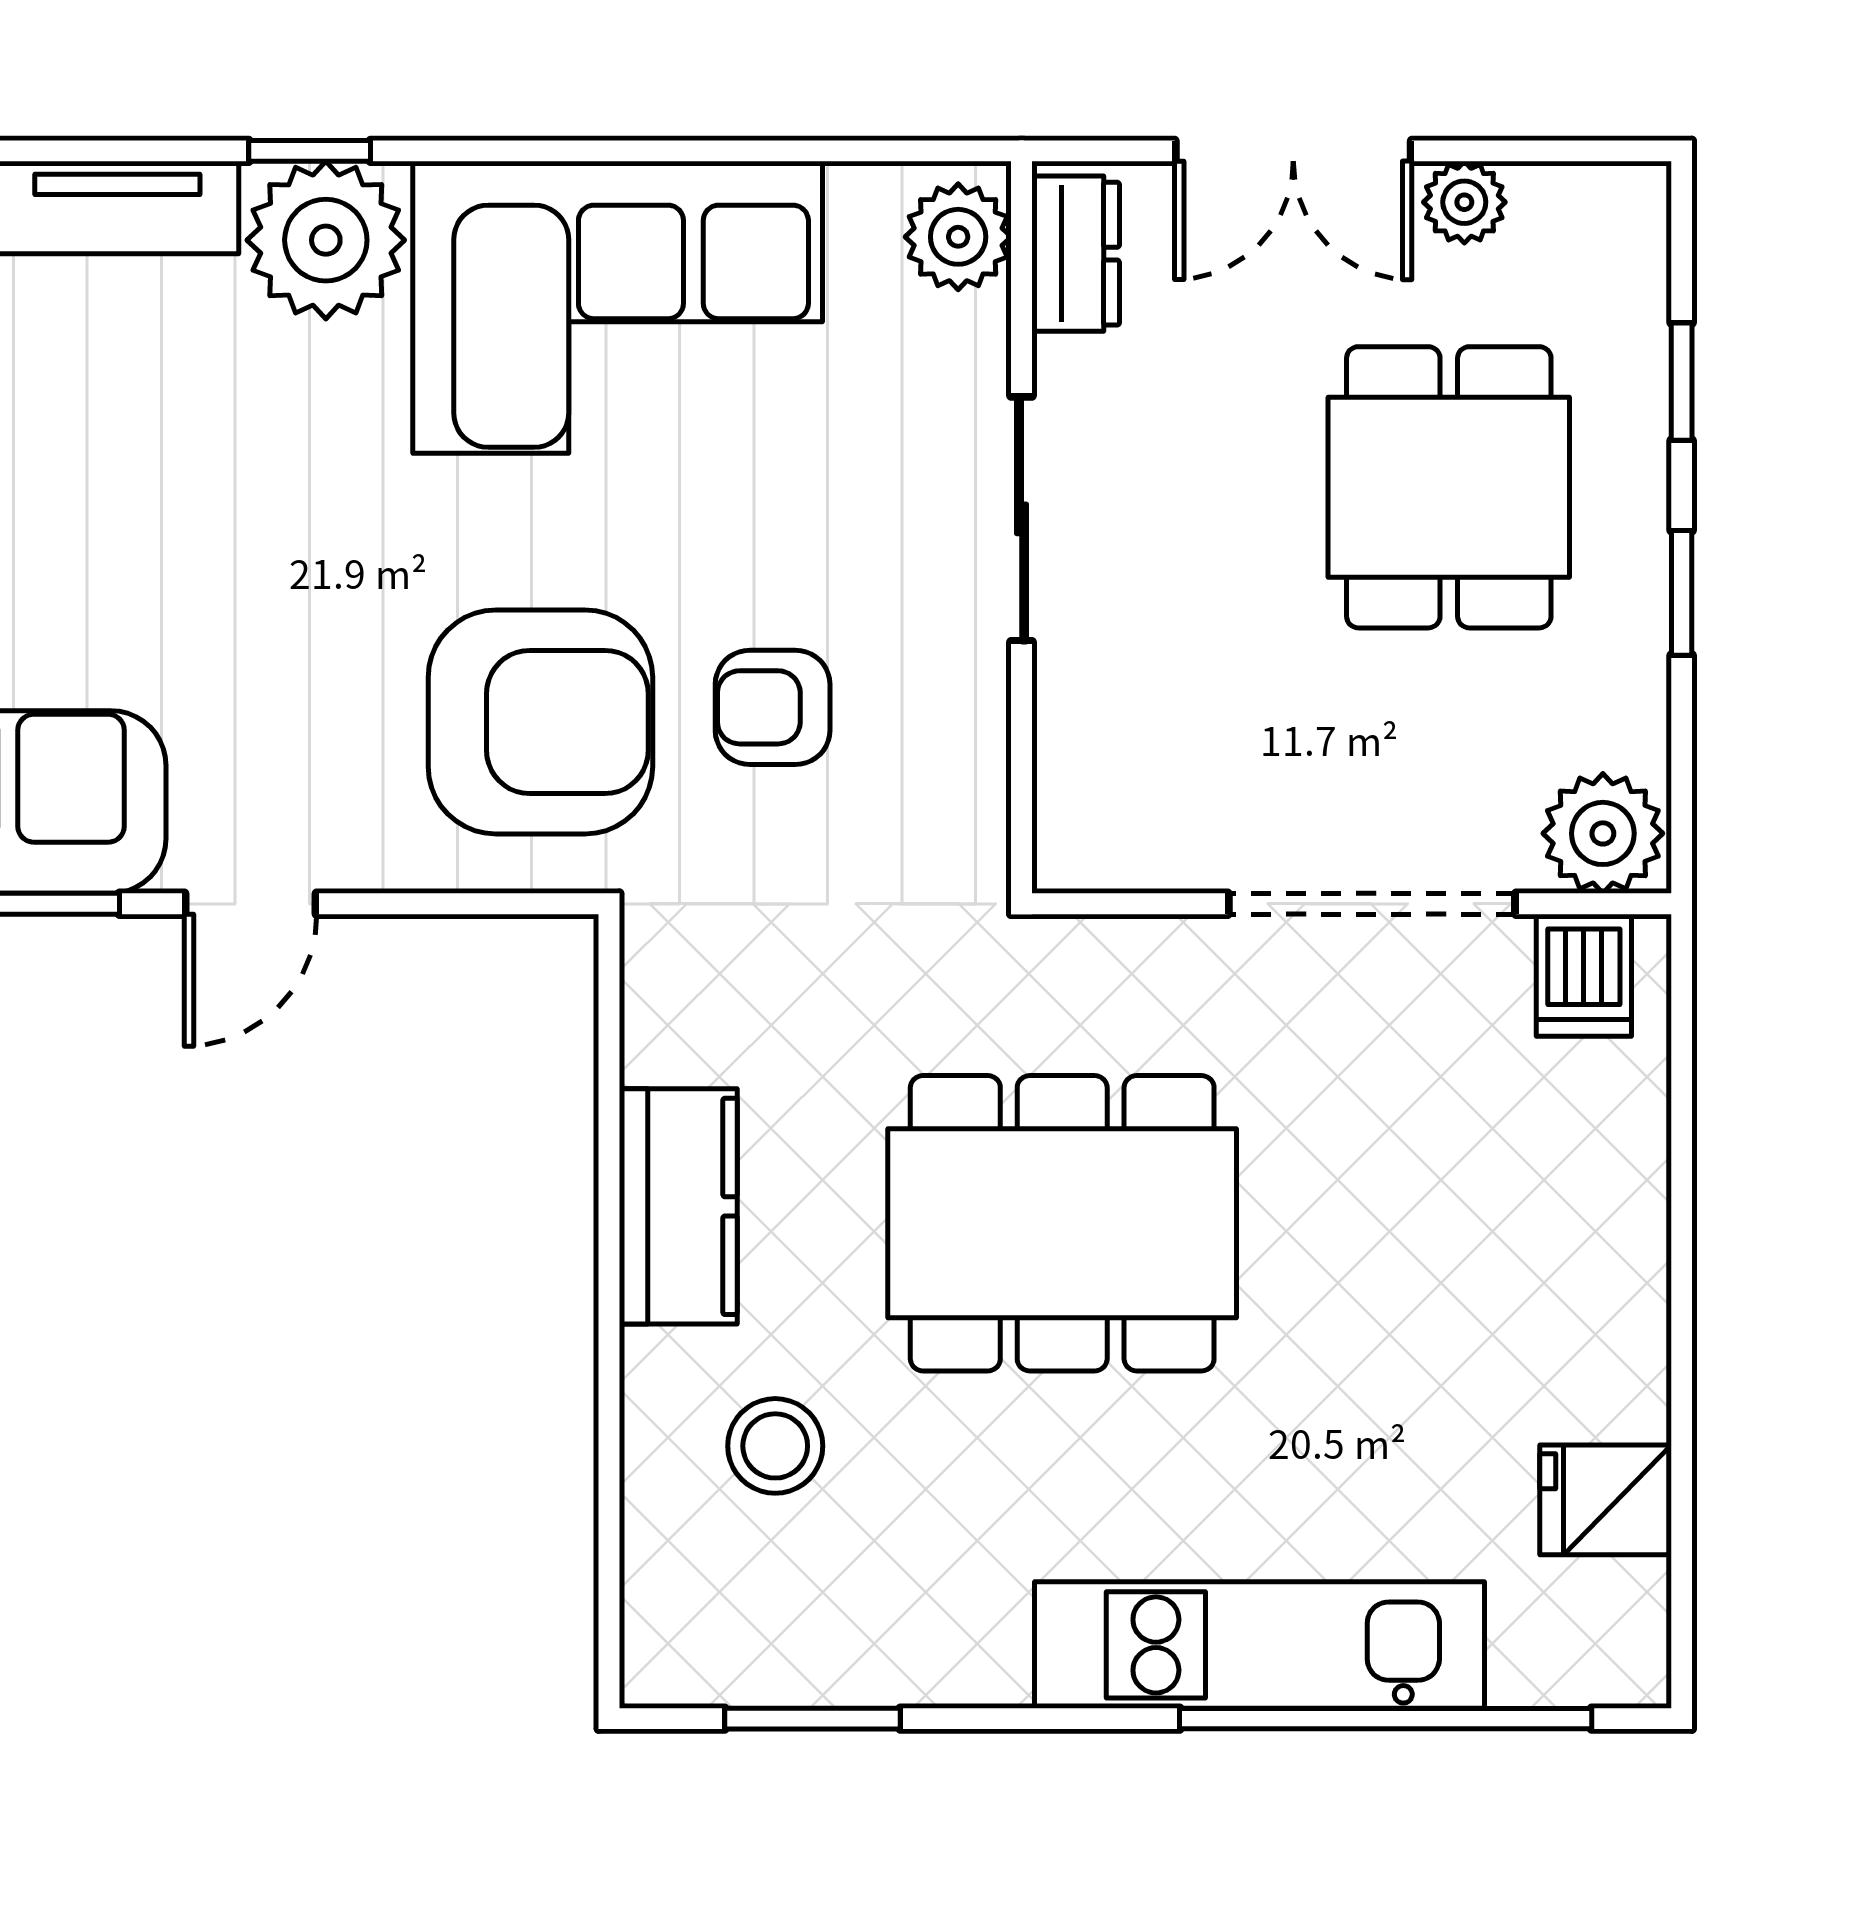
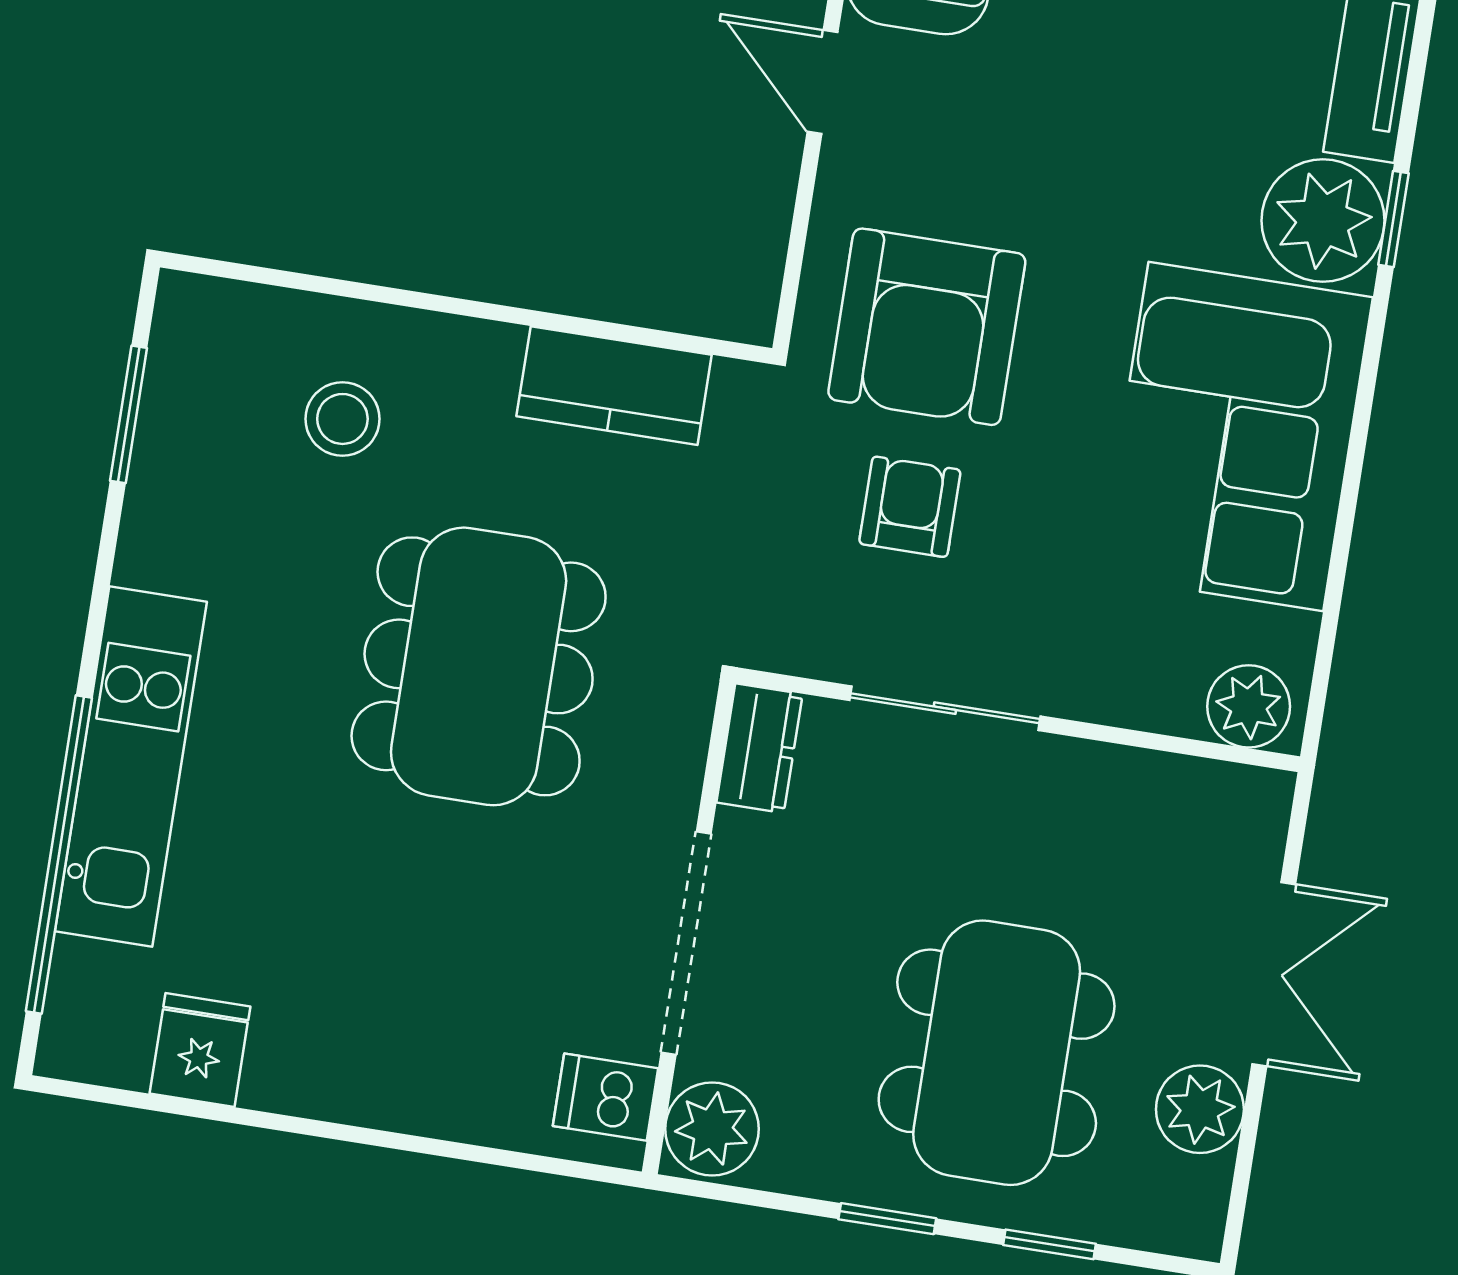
double door: (1293, 151) -> (1274, 974), swing flipped
plant: (1464, 202) -> (1200, 1109), width x1.38, depth x1.38
dresser: (1076, 254) -> (760, 748), moved, turned -90
dining table: (1449, 487) -> (997, 1053), width x1.38
sliding door: (1022, 519) -> (945, 708), moved
kitchen counter: (678, 1206) -> (614, 386), moved

